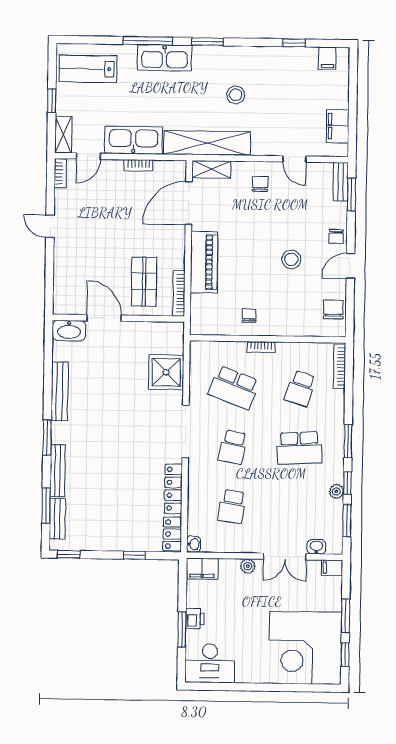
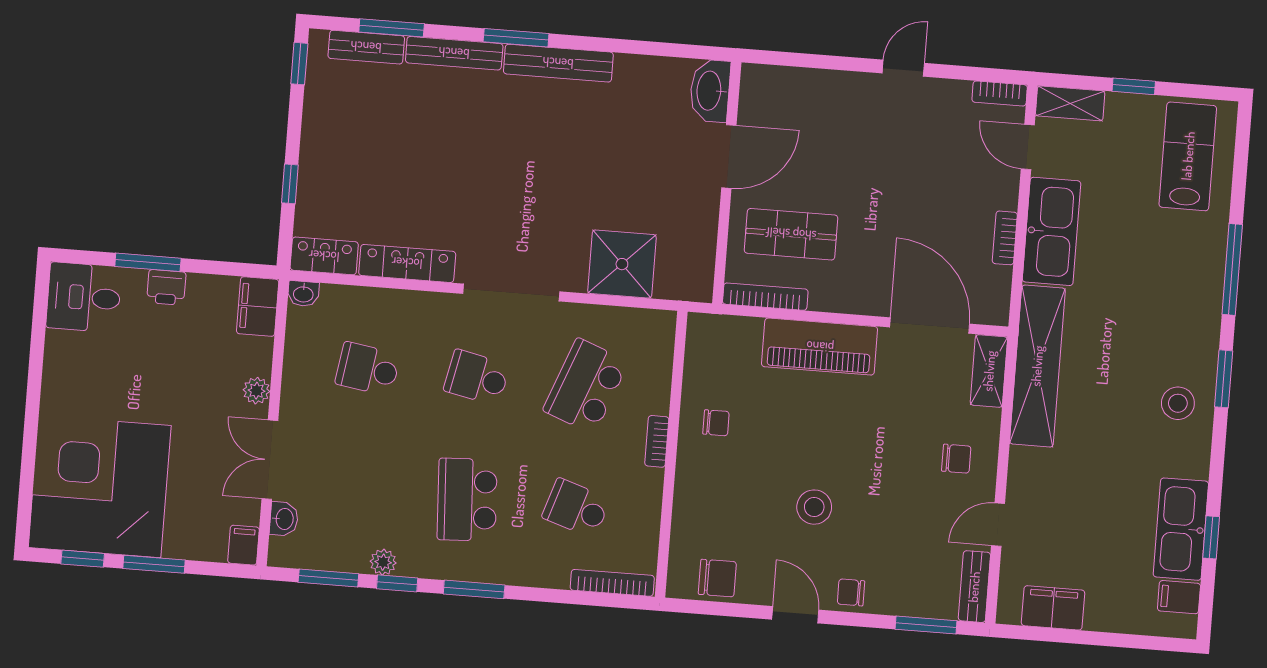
kitchen sink: (165, 58) -> (1181, 529), moved
stool: (236, 95) -> (1178, 403), moved
bench: (341, 182) -> (974, 587), moved, turned 90
bench: (60, 392) -> (558, 63), moved
desk: (210, 663) -> (84, 297), width x0.73

